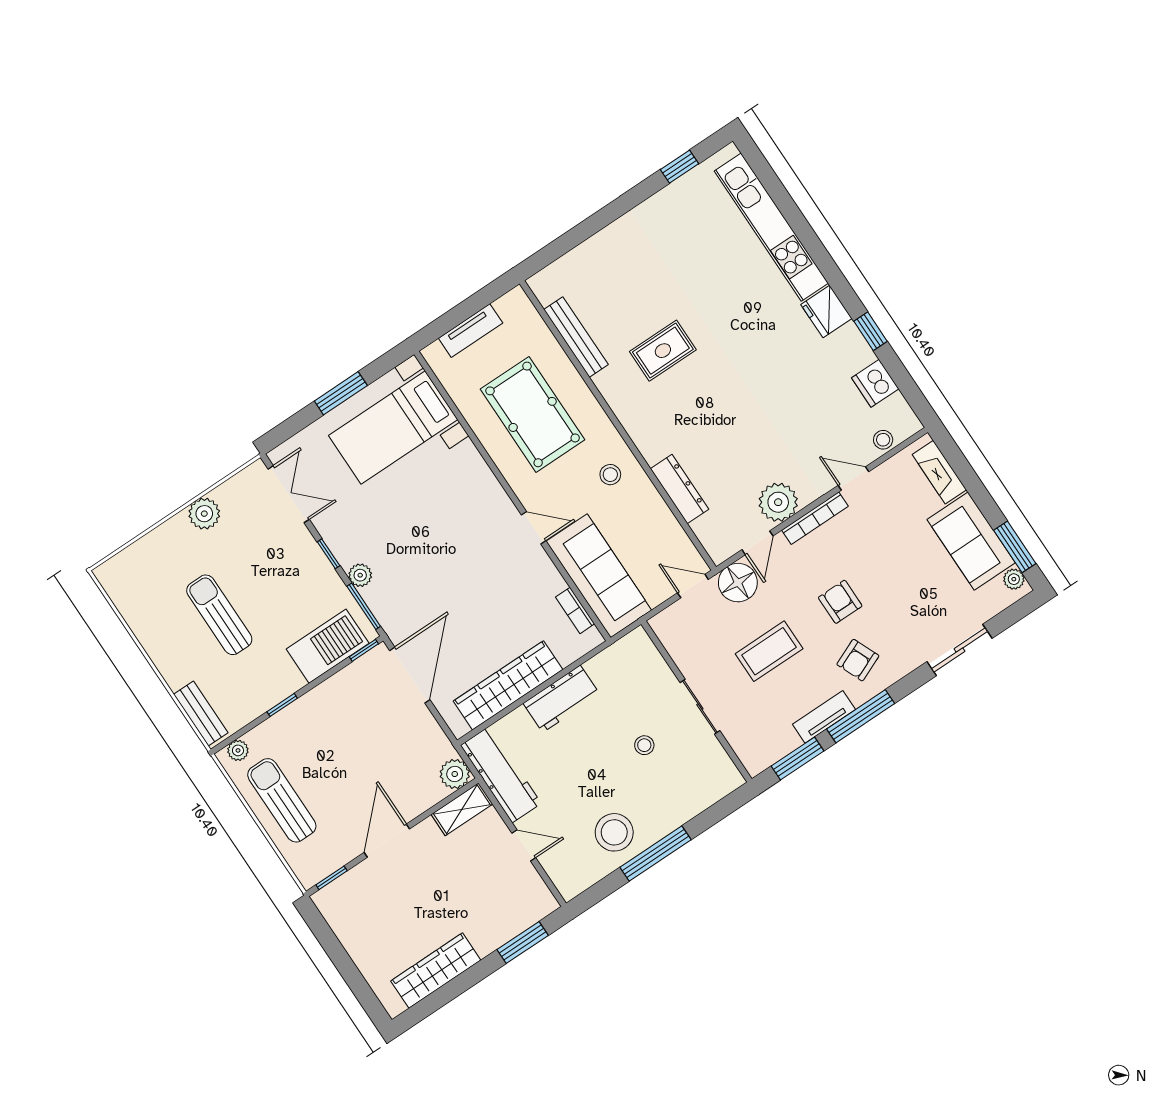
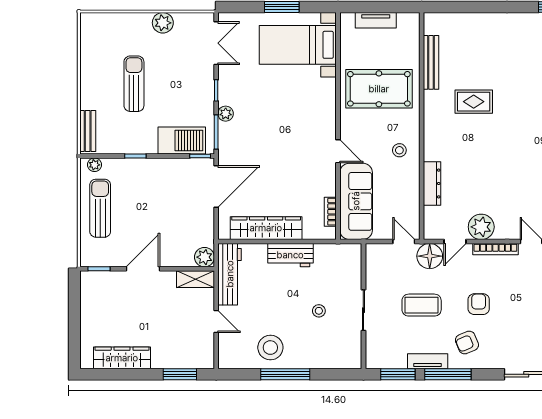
pool table: (533, 414) -> (379, 89), turned 90

